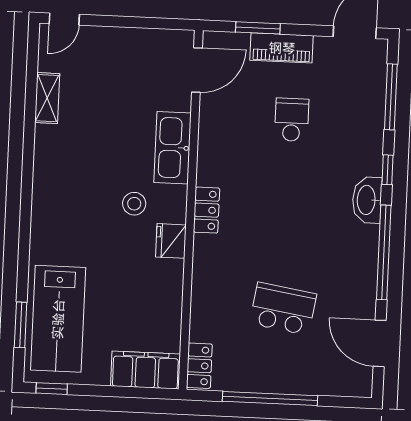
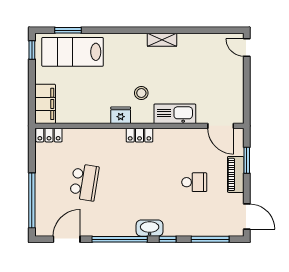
shelving: (47, 98) -> (162, 40), moved
window: (270, 398) -> (32, 200), moved

